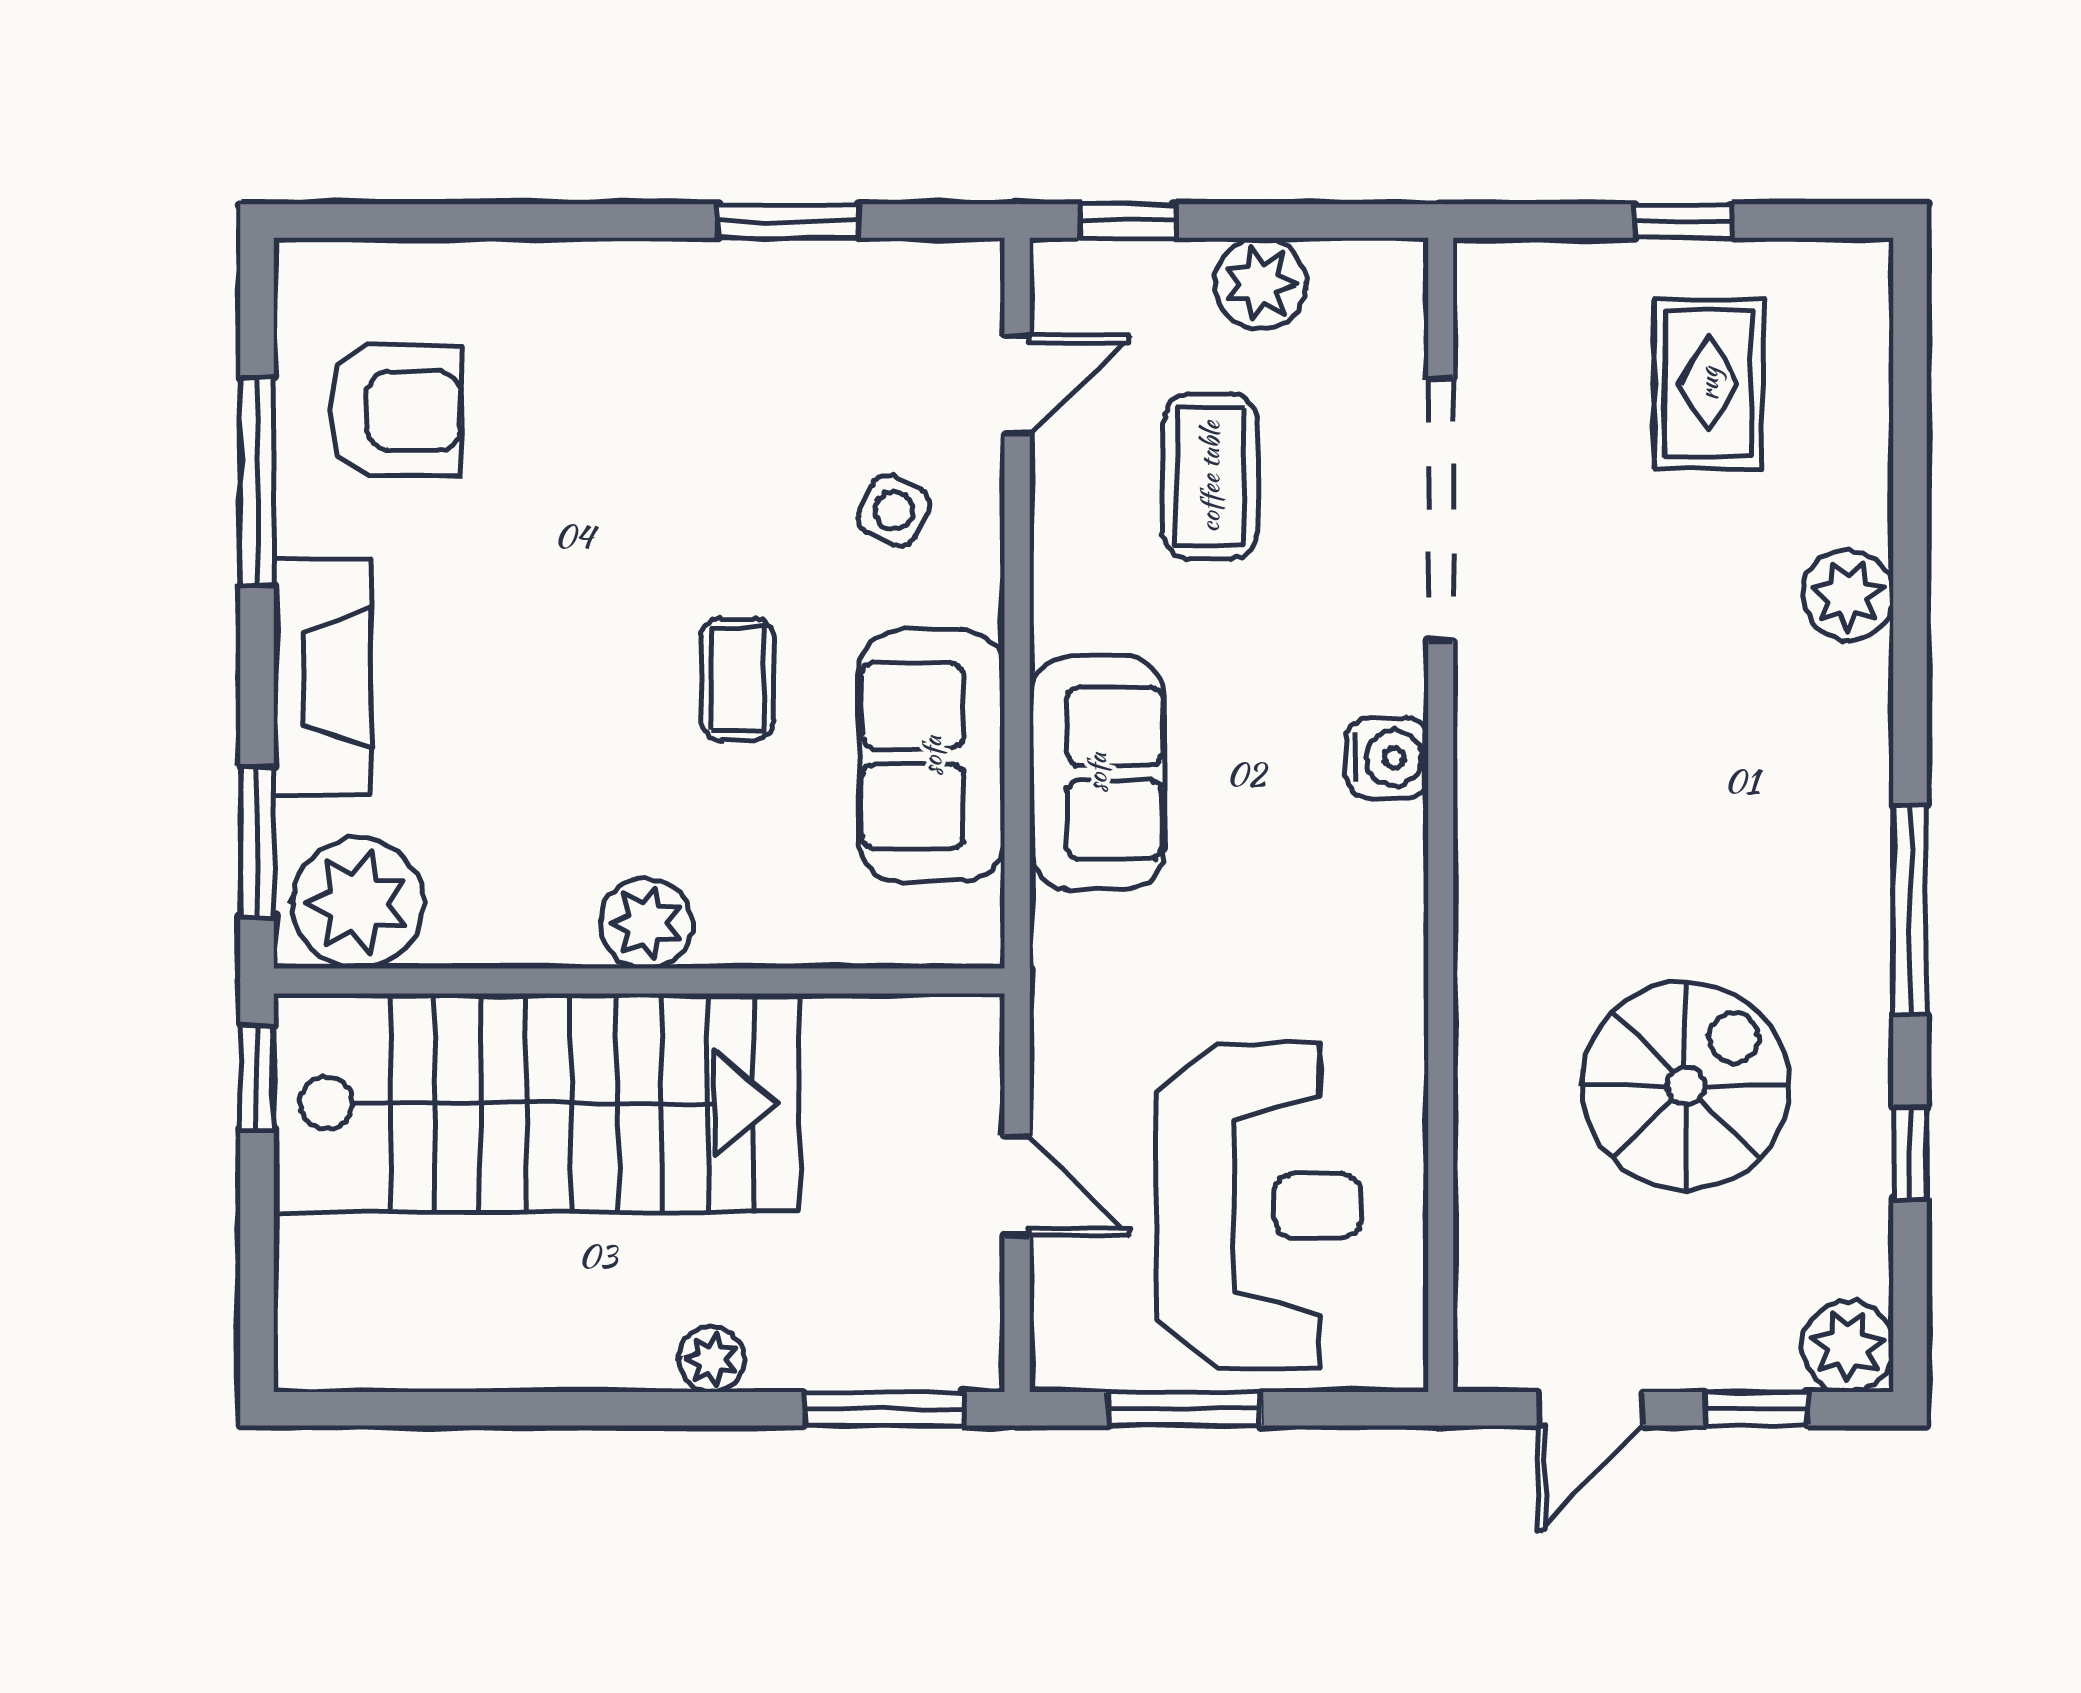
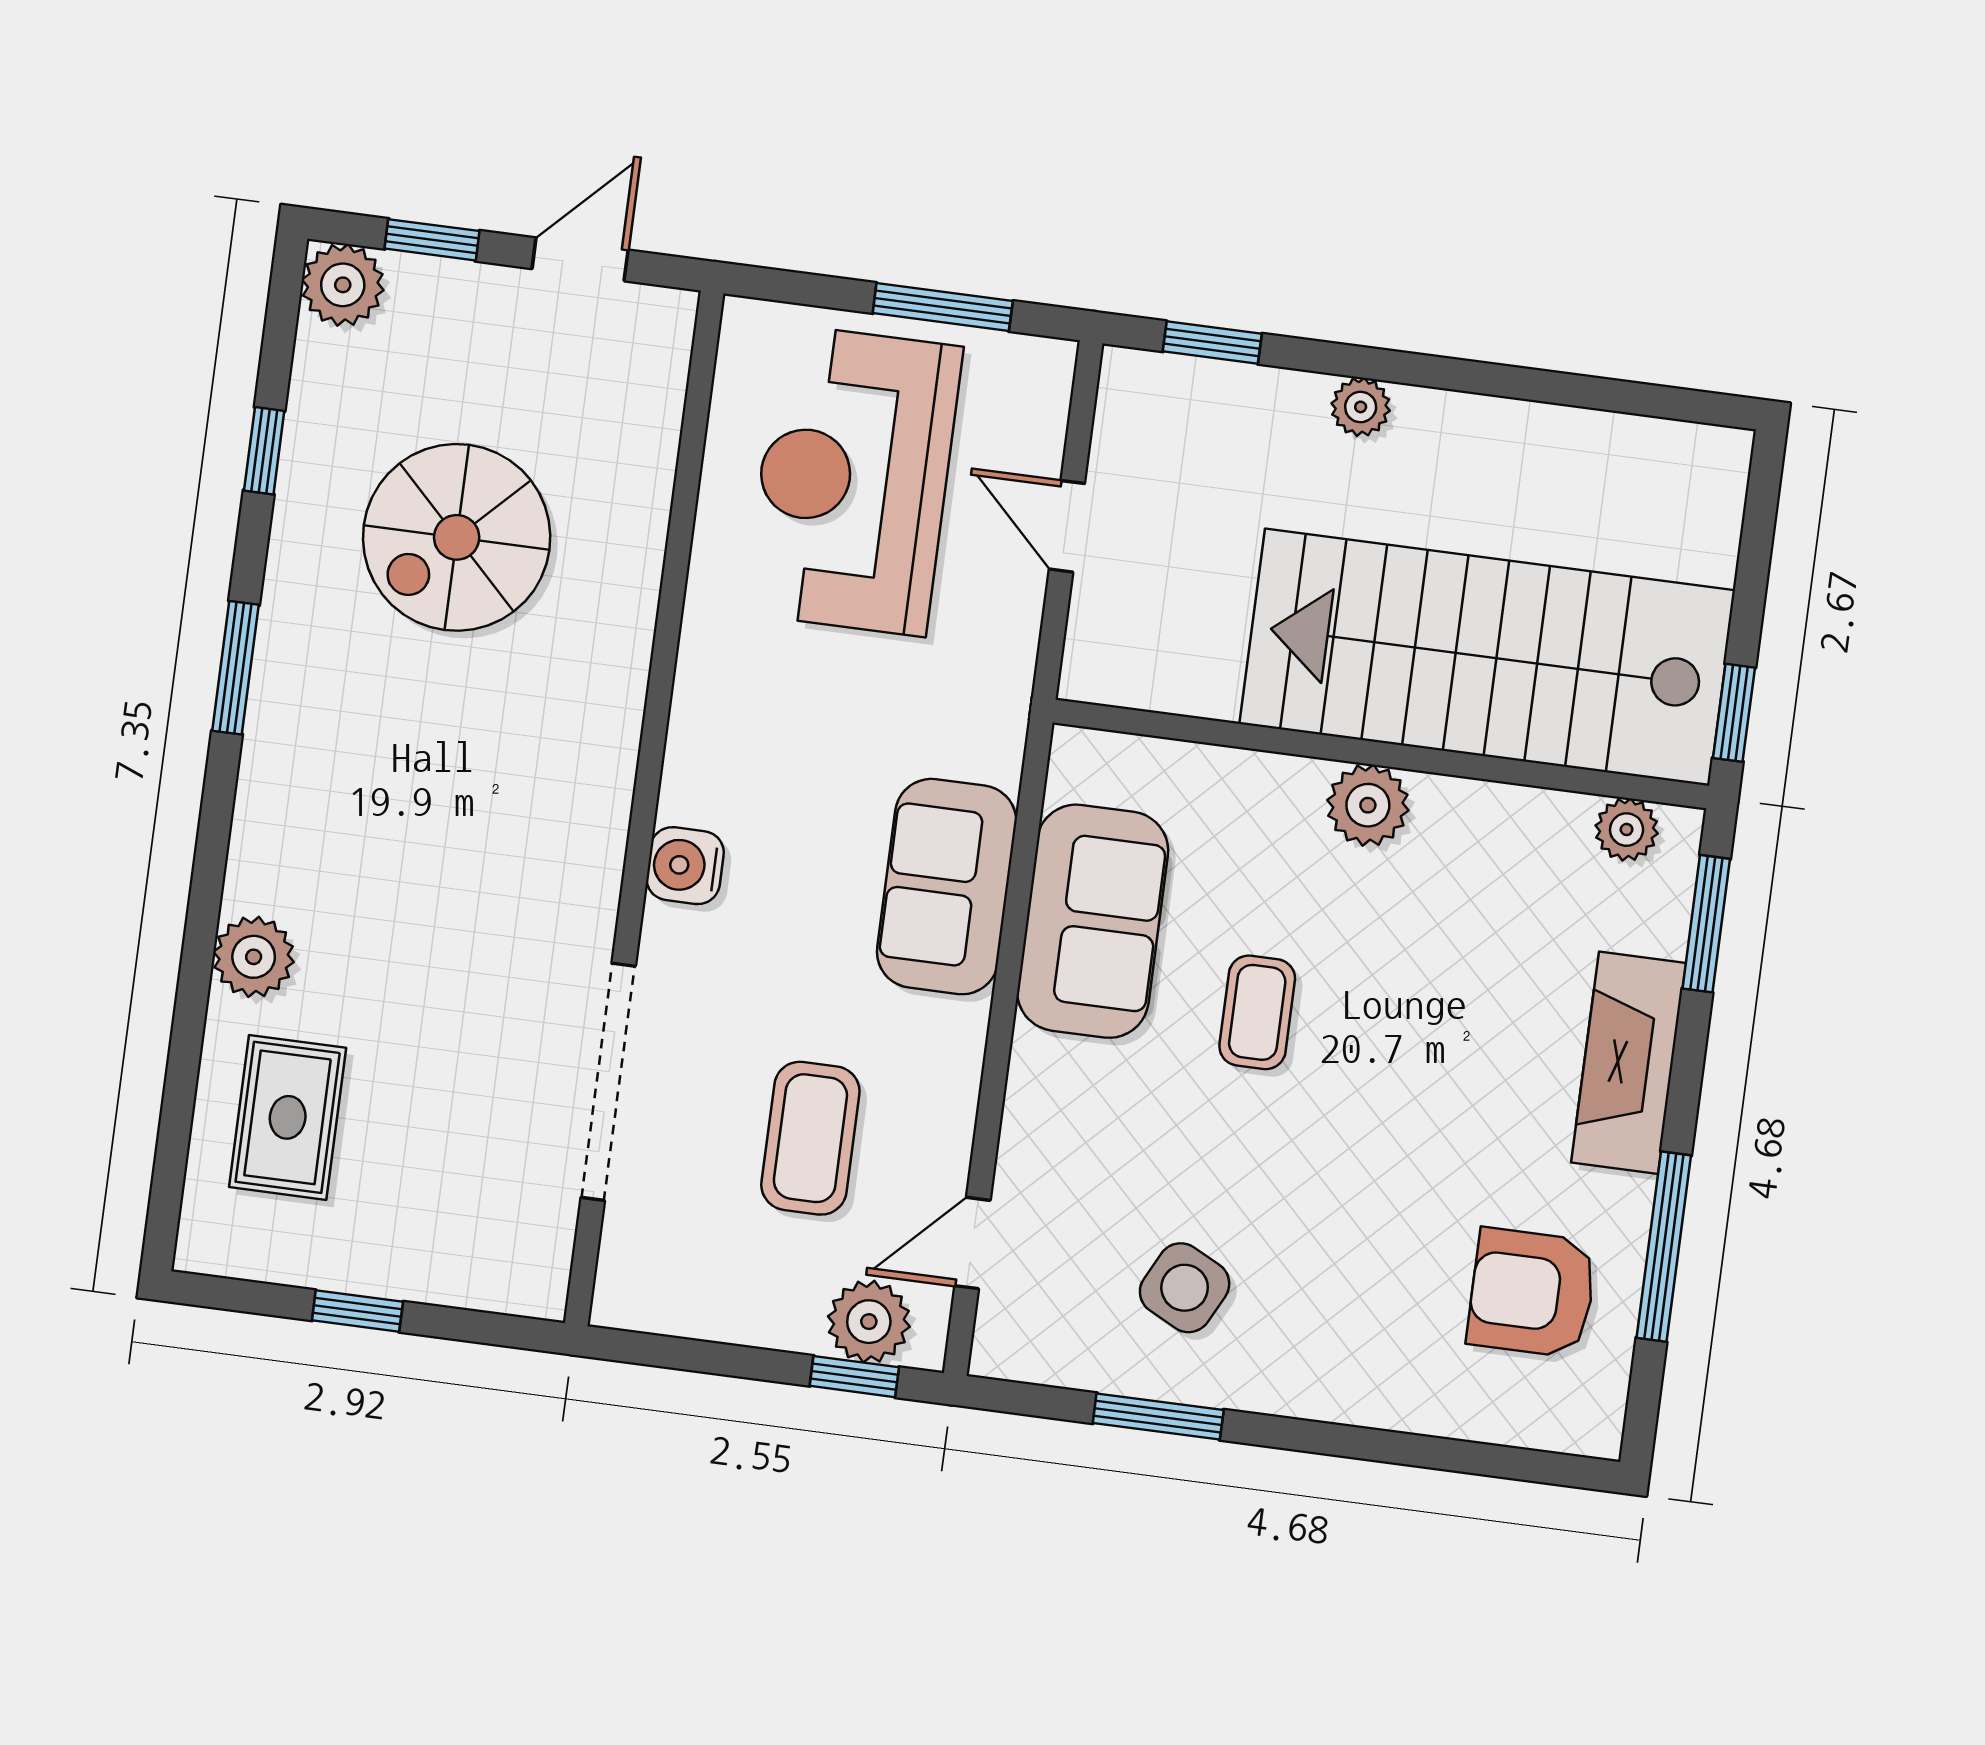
plant: (1260, 283) -> (869, 1322), moved
rug: (1709, 384) -> (288, 1117), moved
side table: (894, 511) -> (1185, 1288), moved, width x1.37, depth x1.37
plant: (358, 903) -> (1627, 830), width x0.53, depth x0.53
window: (1910, 910) -> (236, 668), width x0.69
window: (884, 1409) -> (1212, 343), width x0.67

